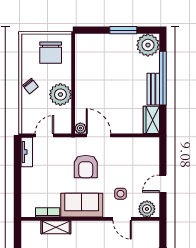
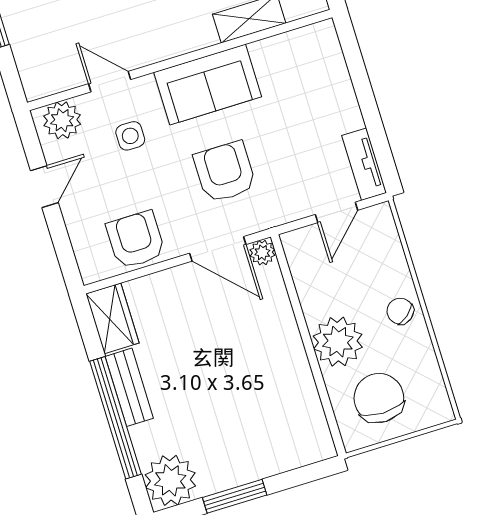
plant: (60, 94) -> (338, 342), moved
armchair: (132, 150) -> (136, 240), added
bookcase: (48, 212) -> (277, 46), removed

